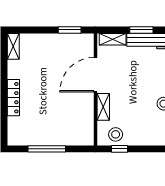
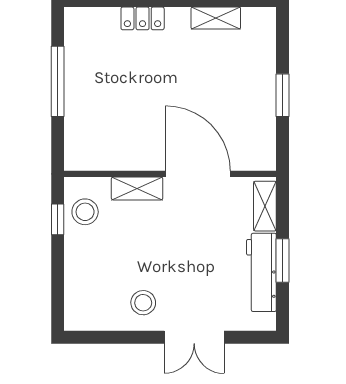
window: (70, 30) -> (283, 95), moved
shelving: (13, 46) -> (216, 18), moved
locker: (13, 98) -> (143, 18), width x0.66

